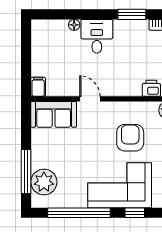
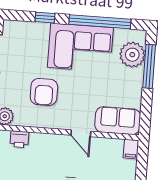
corner sofa: (120, 185) -> (80, 48), moved

